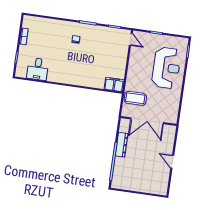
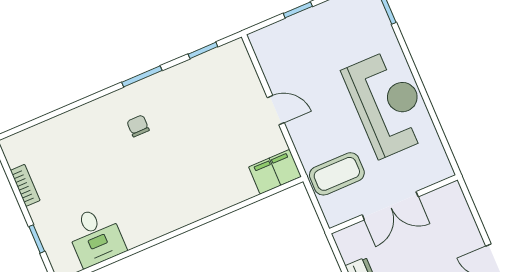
door: (131, 39) -> (276, 110), moved
reception desk: (166, 68) -> (388, 103), moved
double door: (147, 121) -> (390, 206), width x0.73

